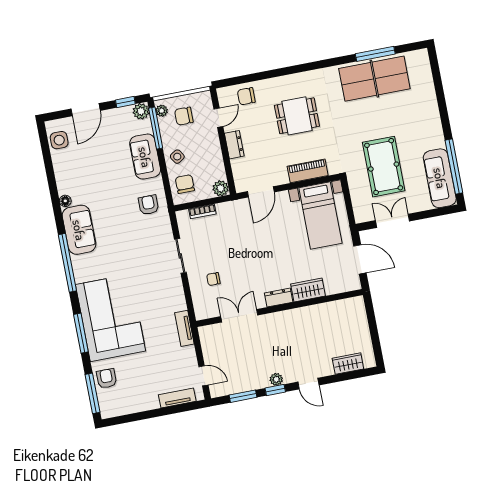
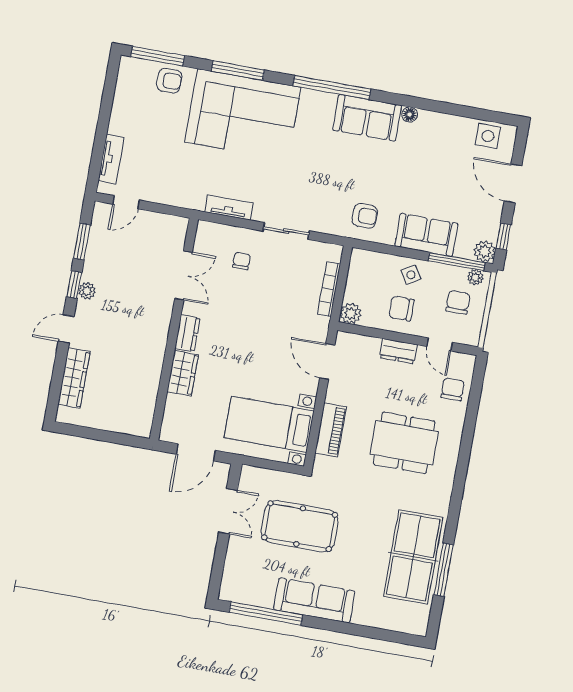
dining table: (297, 116) -> (404, 443), width x1.38
sofa: (440, 178) -> (314, 600), moved
chair: (185, 184) -> (401, 308), moved, turned 180
bookcase: (202, 211) -> (329, 289), width x1.56
tv unit: (184, 328) -> (229, 208), moved
wardrobe: (348, 364) -> (74, 378), width x1.50

